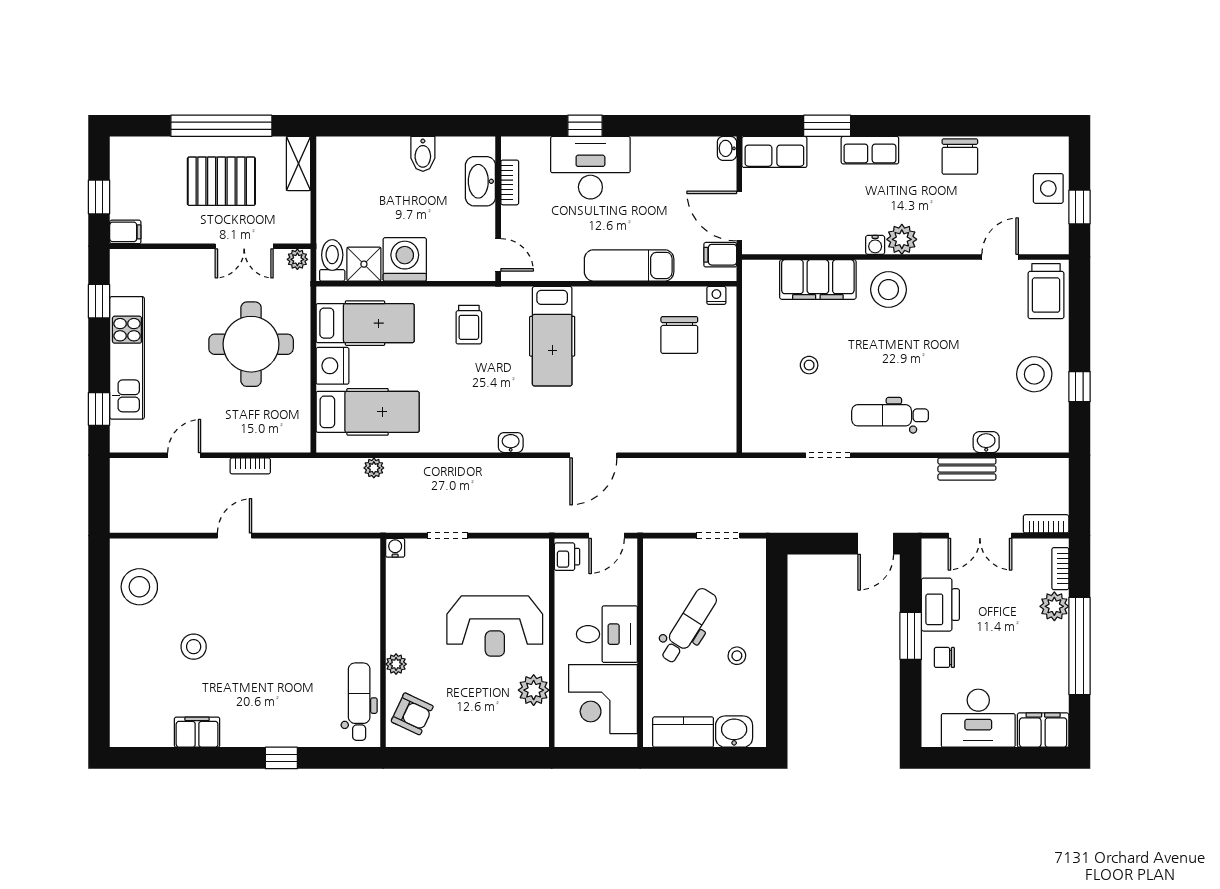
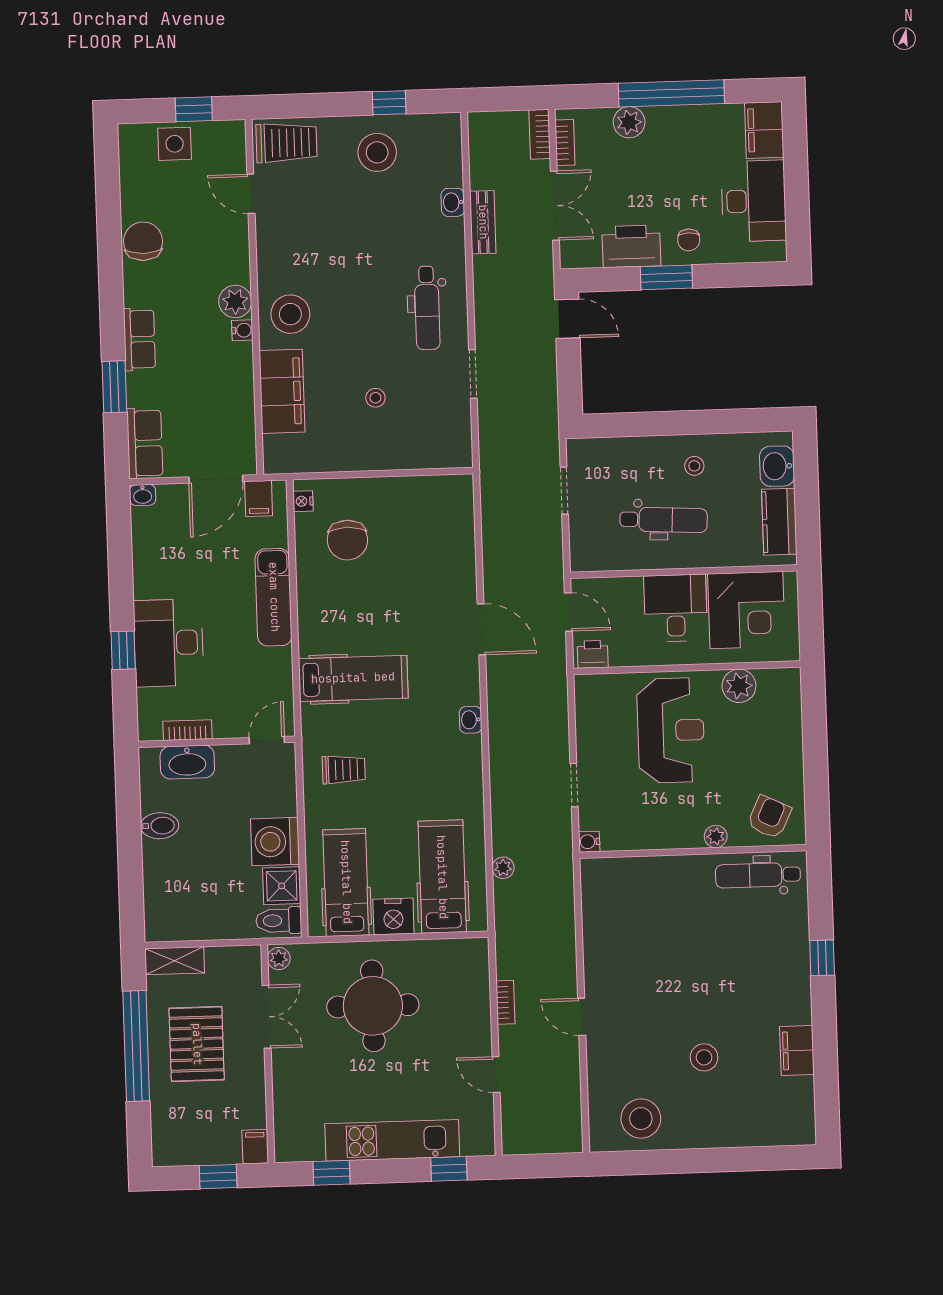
chair: (960, 156) -> (143, 241), turned -90
chair: (679, 335) -> (347, 540), turned 90
bookcase: (1060, 569) -> (565, 143), moved, turned -90
dental chair: (688, 626) -> (664, 520), turned 151

